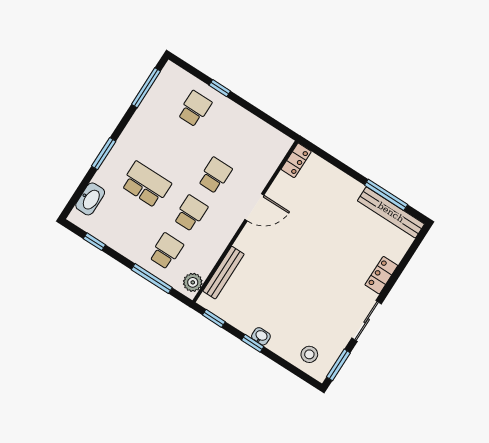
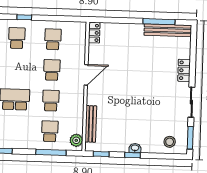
school desk: (239, 137) -> (53, 39), added

